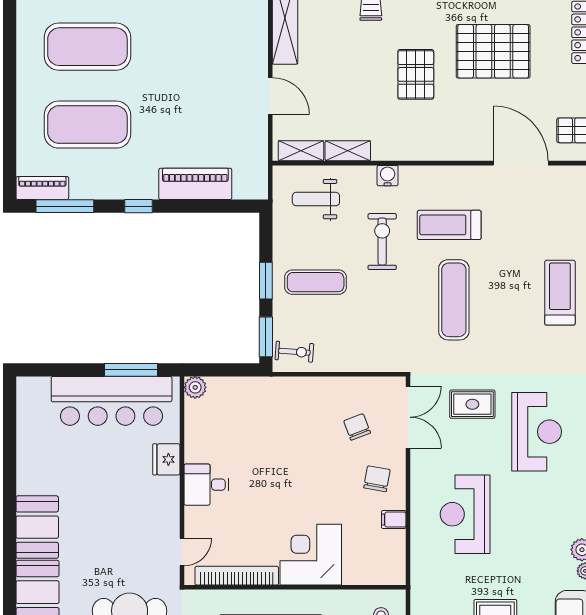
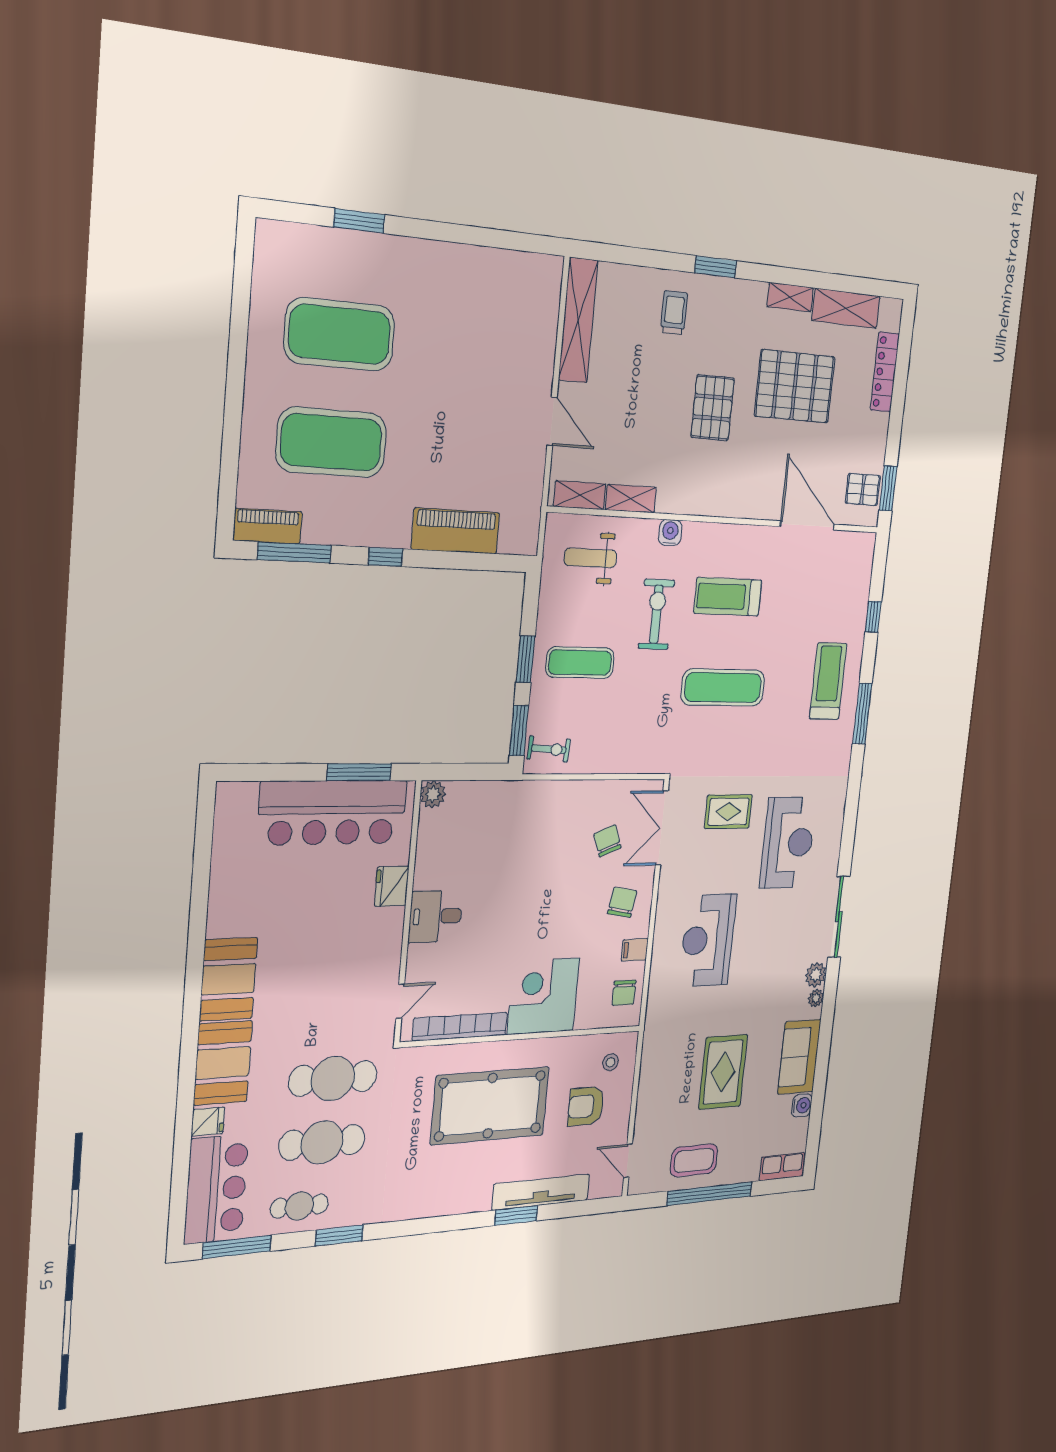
exercise mat: (454, 300) -> (723, 687), turned 90
double door: (408, 417) -> (662, 828), swing flipped
chair: (387, 556) -> (624, 993), added

